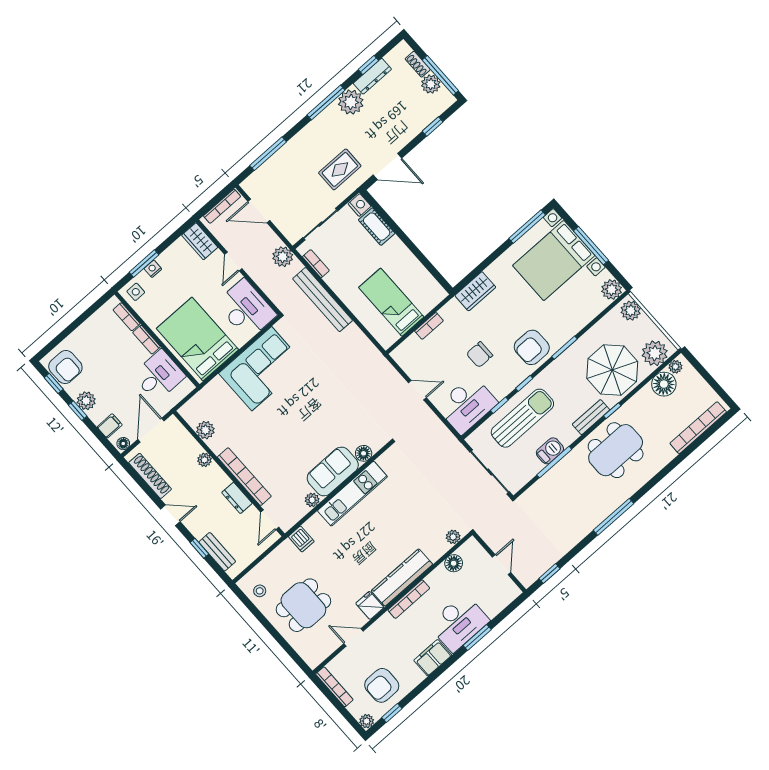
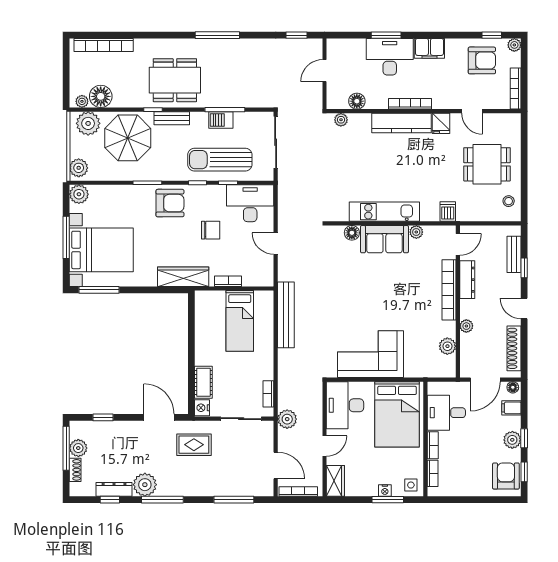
wardrobe: (475, 291) -> (183, 277), width x1.50
bench: (323, 300) -> (286, 315), moved
dresser: (237, 498) -> (467, 280), width x1.44

